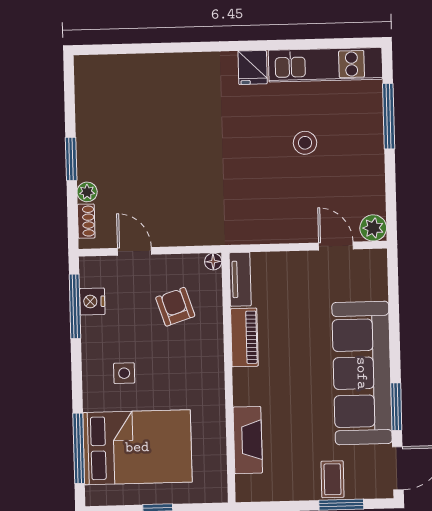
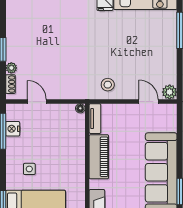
stool: (305, 143) -> (108, 85), moved
armchair: (175, 307) -> (59, 133), removed
piano: (244, 337) -> (99, 157), width x1.37, depth x1.33

